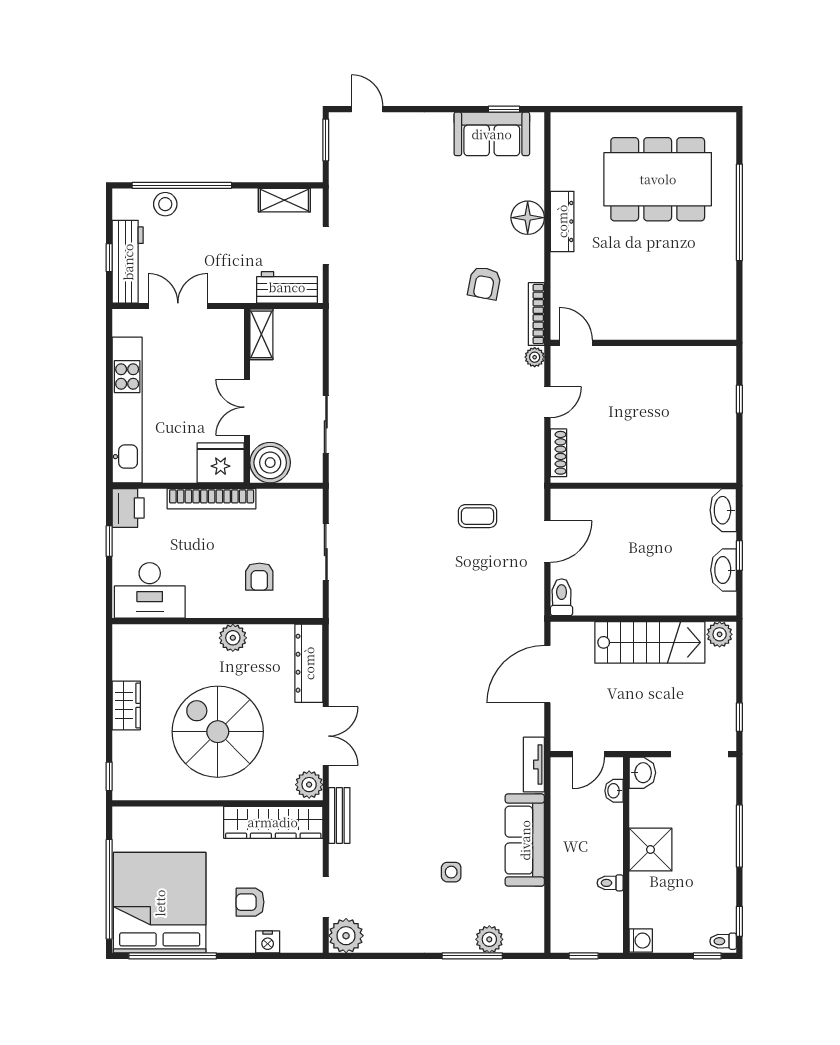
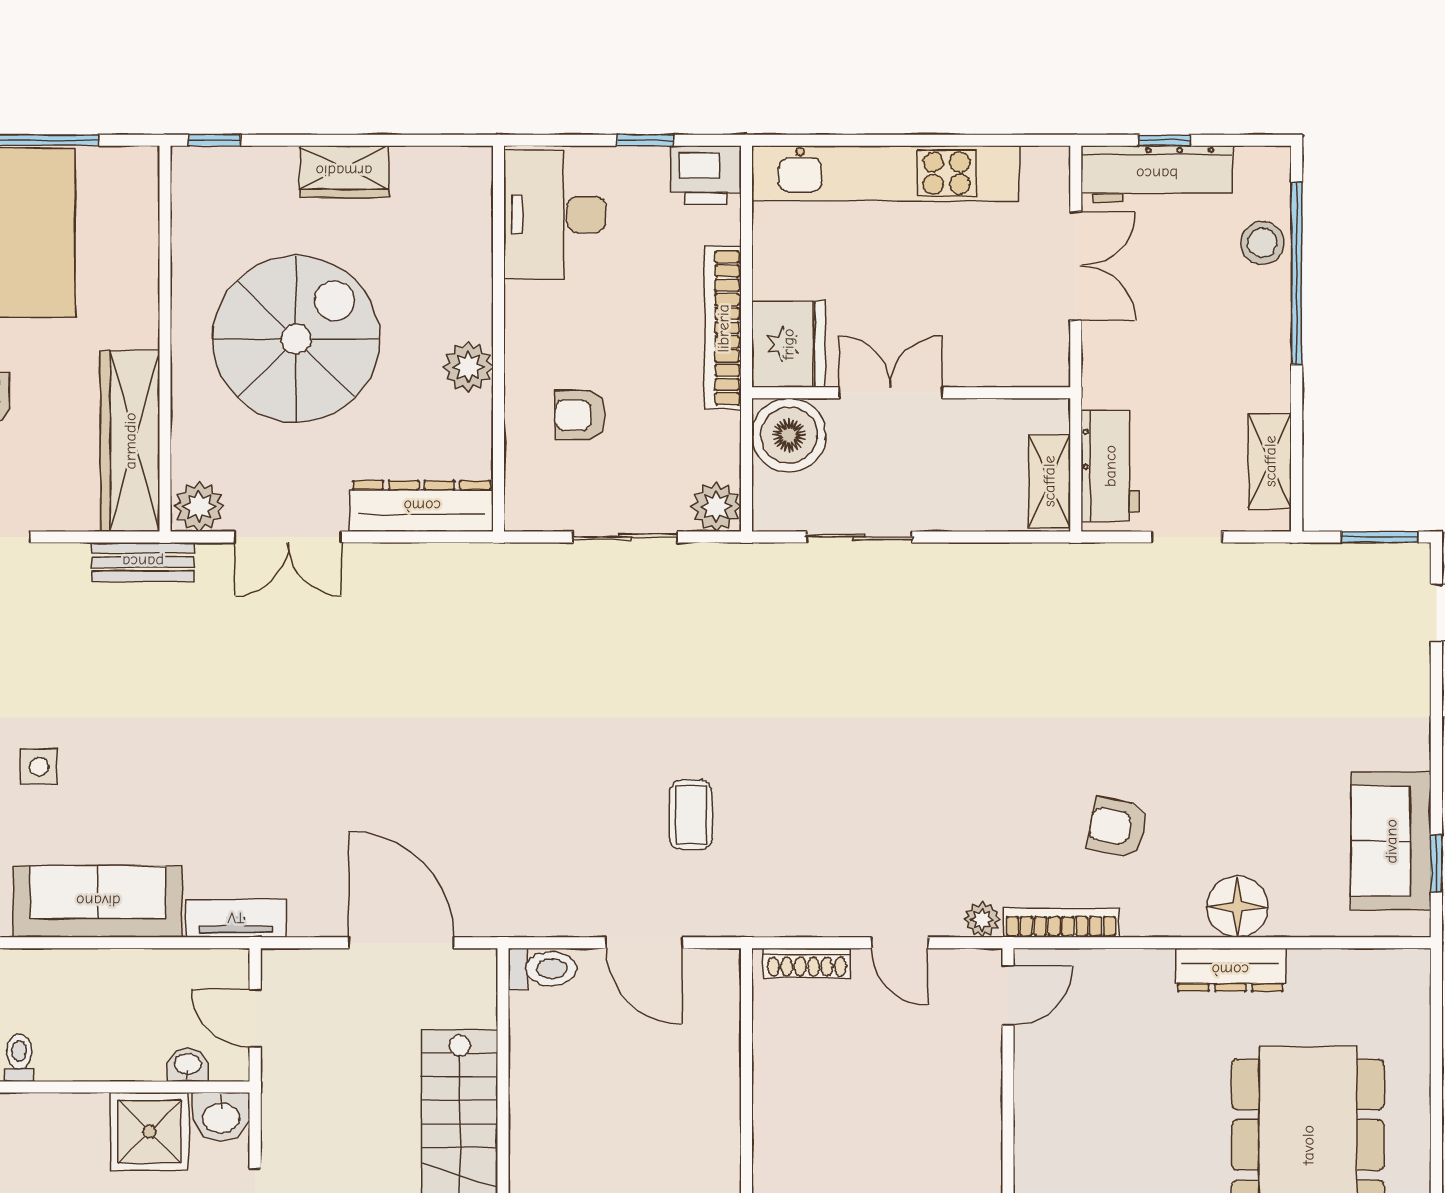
shelving: (261, 334) -> (1049, 481), moved, turned 90
plant: (309, 502) -> (716, 507), added
shower: (650, 850) -> (150, 1132), moved

